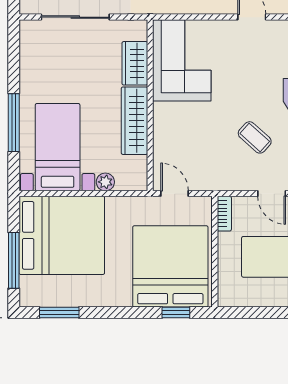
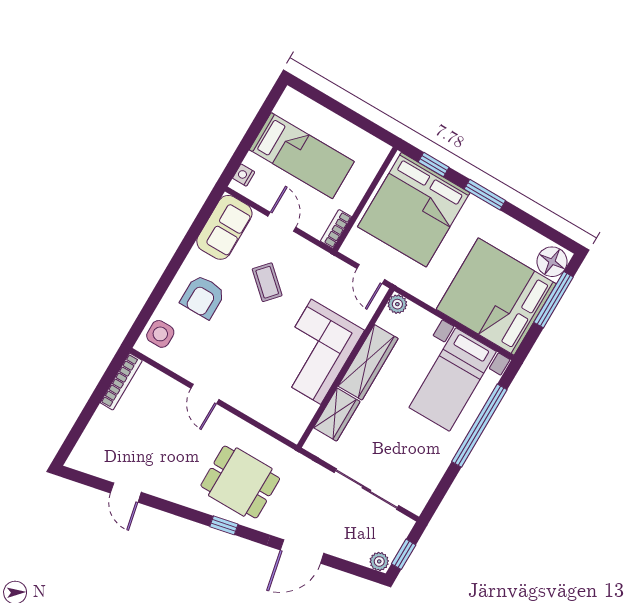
corner sofa: (182, 60) -> (316, 352), moved
window: (14, 123) -> (479, 426), width x1.46
plant: (105, 182) -> (397, 304), moved
floor lamp: (33, 290) -> (552, 262), added
window: (59, 313) -> (485, 195), moved

